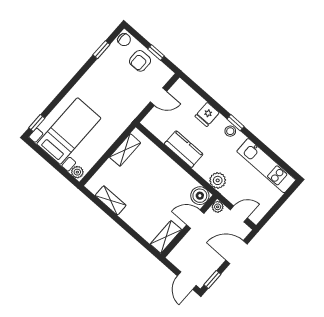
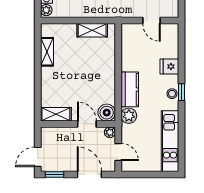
kitchen counter: (184, 149) -> (130, 89), moved

